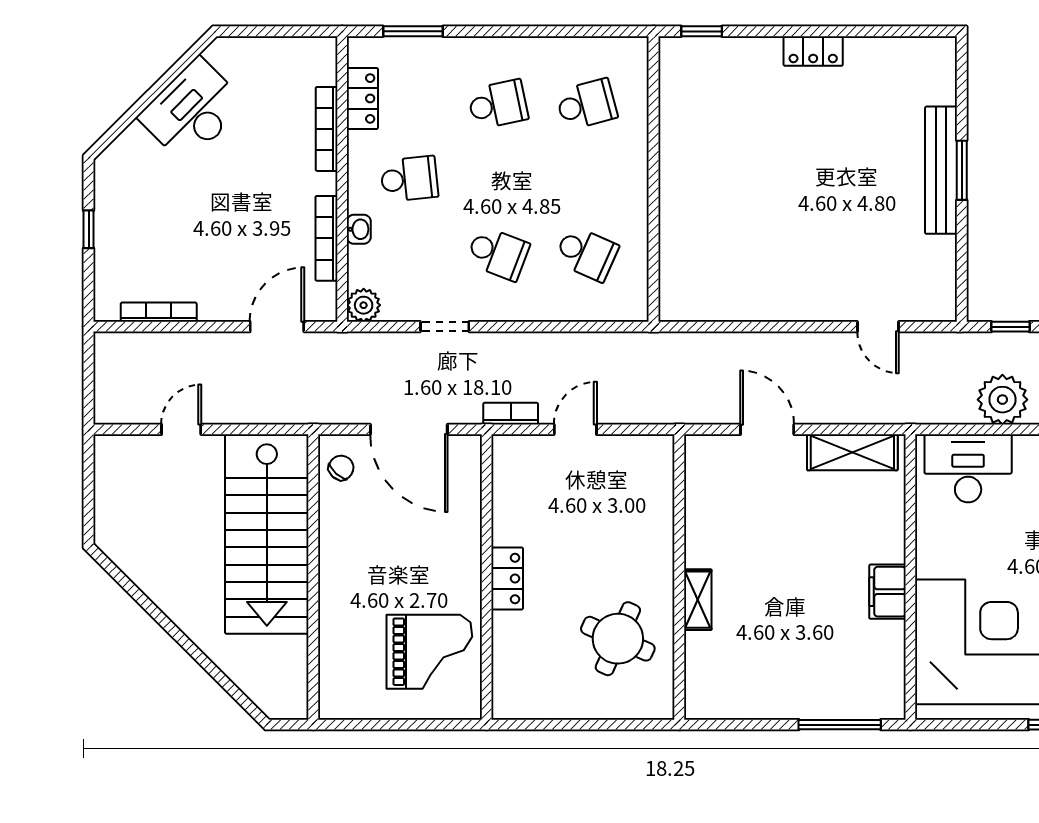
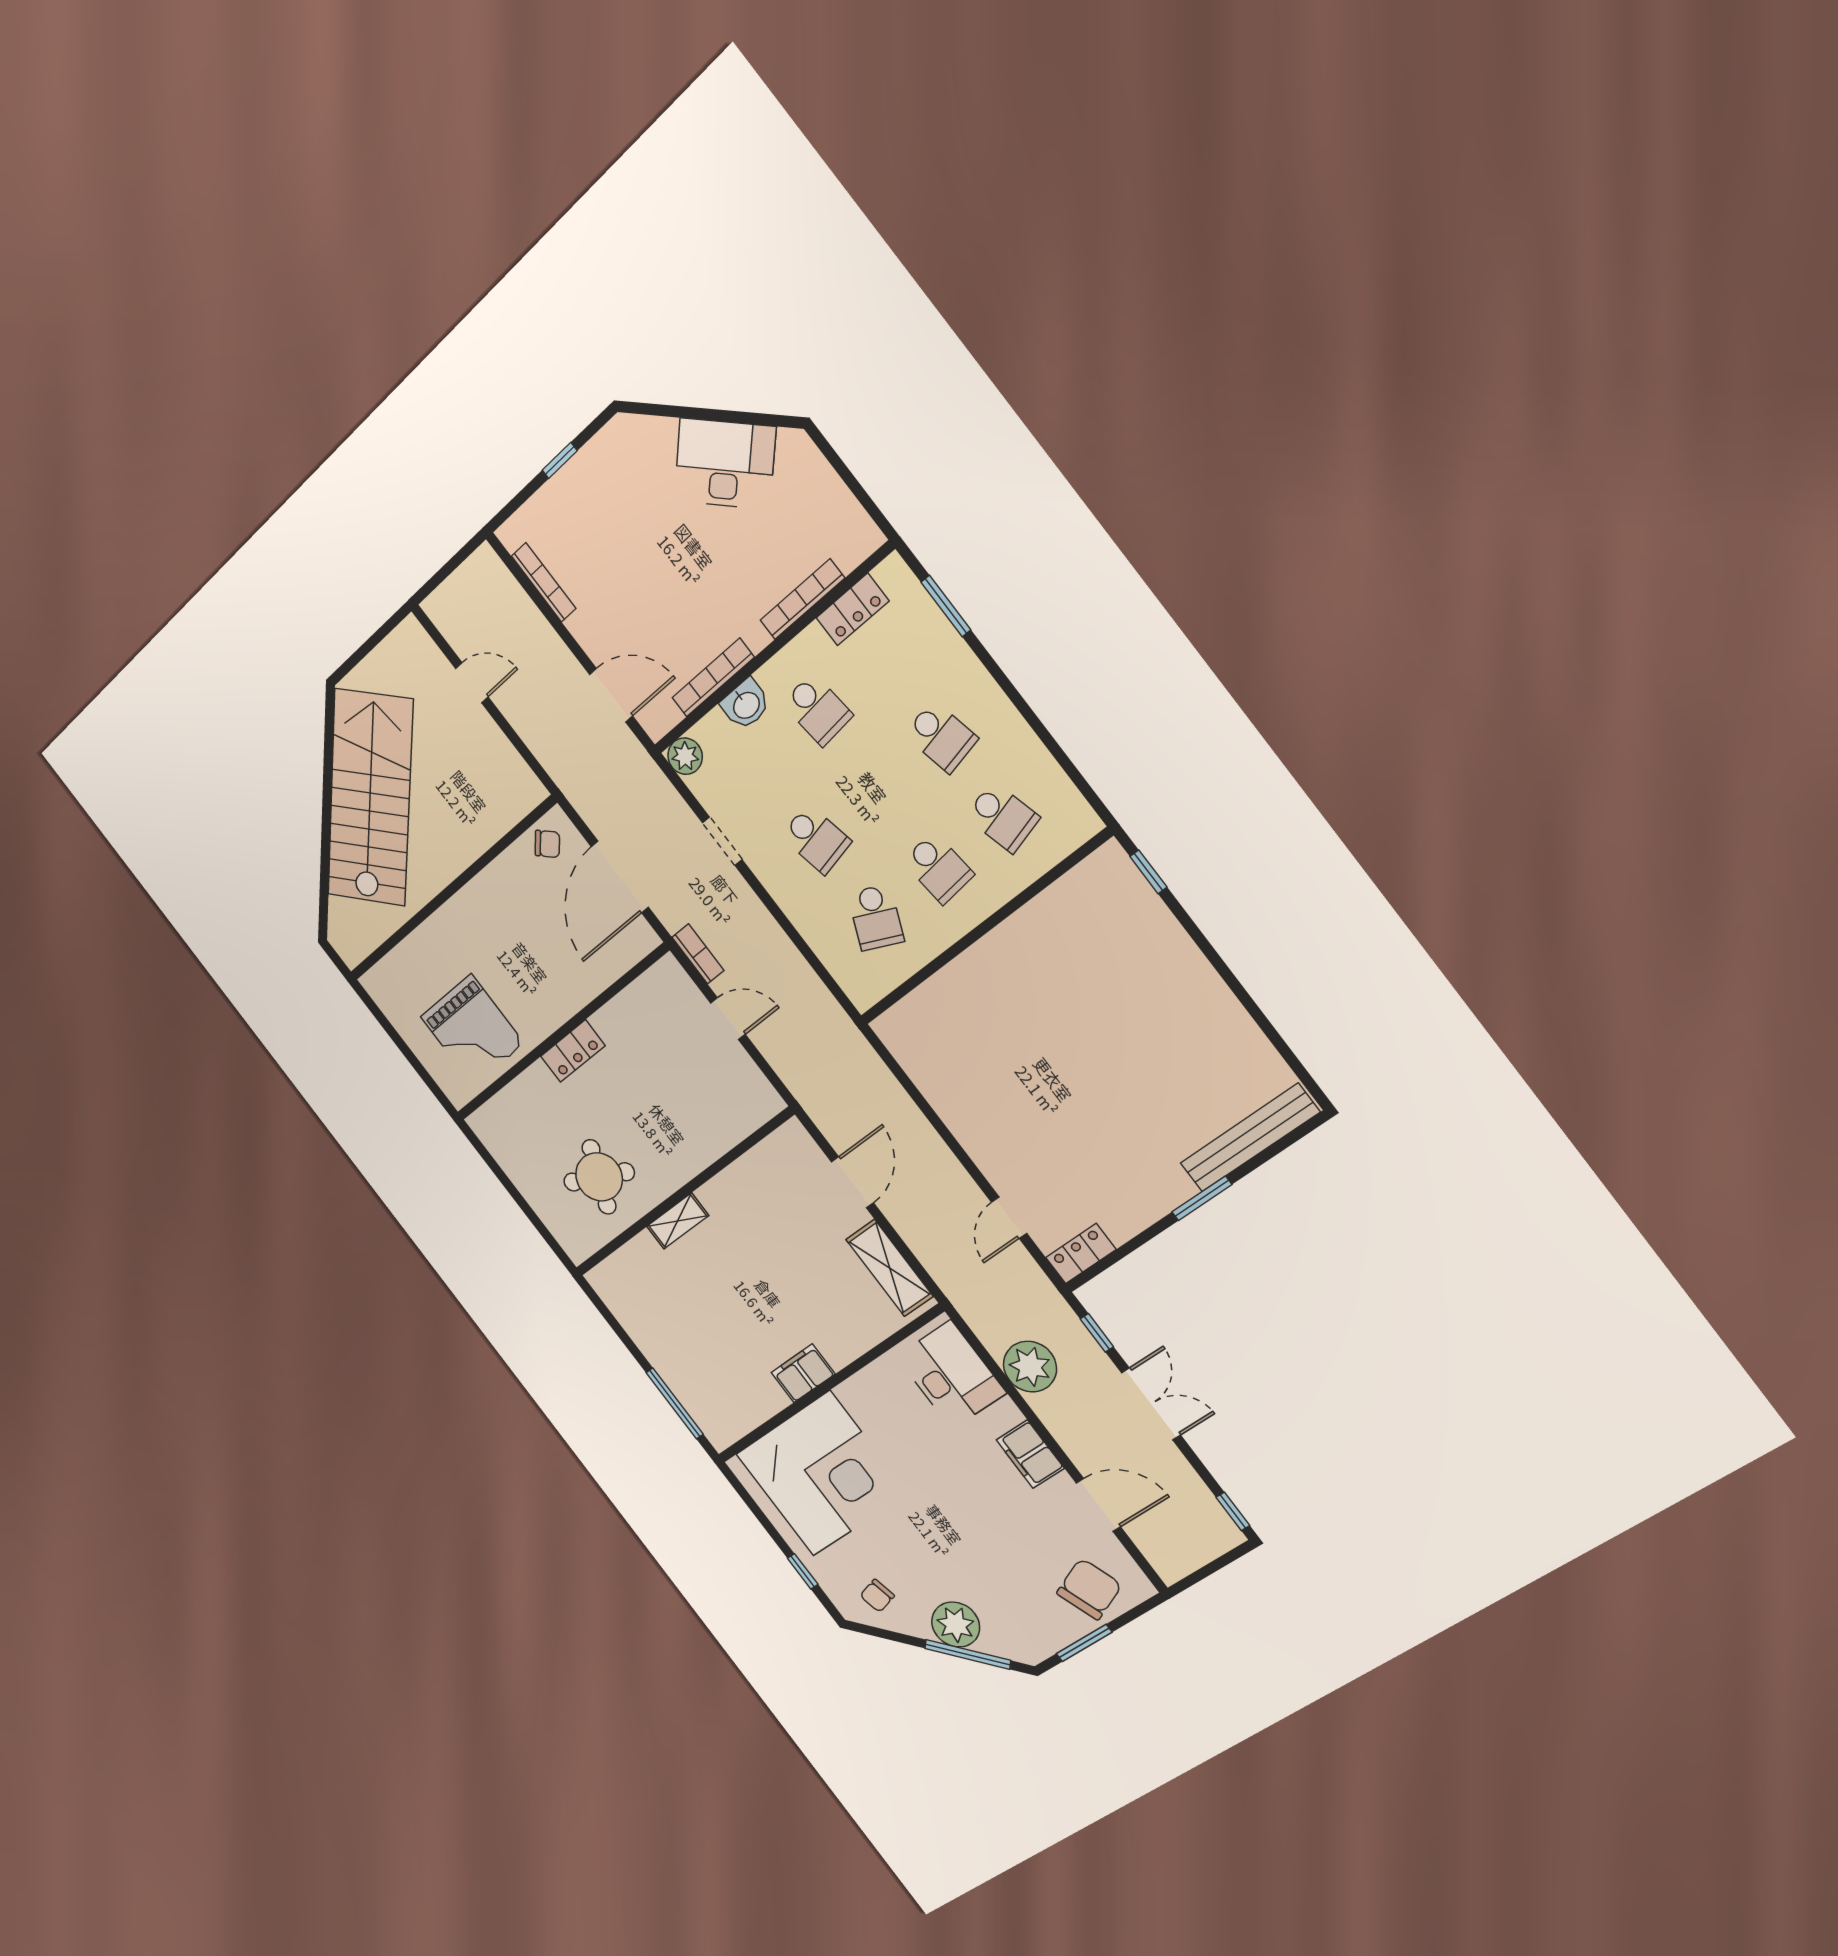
locker: (813, 51) -> (1081, 1253), moved, turned 90
bench: (941, 170) -> (1250, 1138), moved
school desk: (586, 179) -> (938, 868), added
washbasin: (359, 229) -> (746, 704), width x1.38, depth x1.45
school desk: (498, 253) -> (816, 839), turned -33
stairs: (267, 534) -> (370, 798), moved, turned 135

